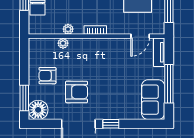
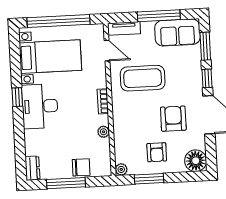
plant: (63, 43) -> (121, 169), moved
coffee table: (114, 66) -> (143, 78), added
window: (24, 98) -> (149, 179), moved
window: (140, 124) -> (205, 46), added

